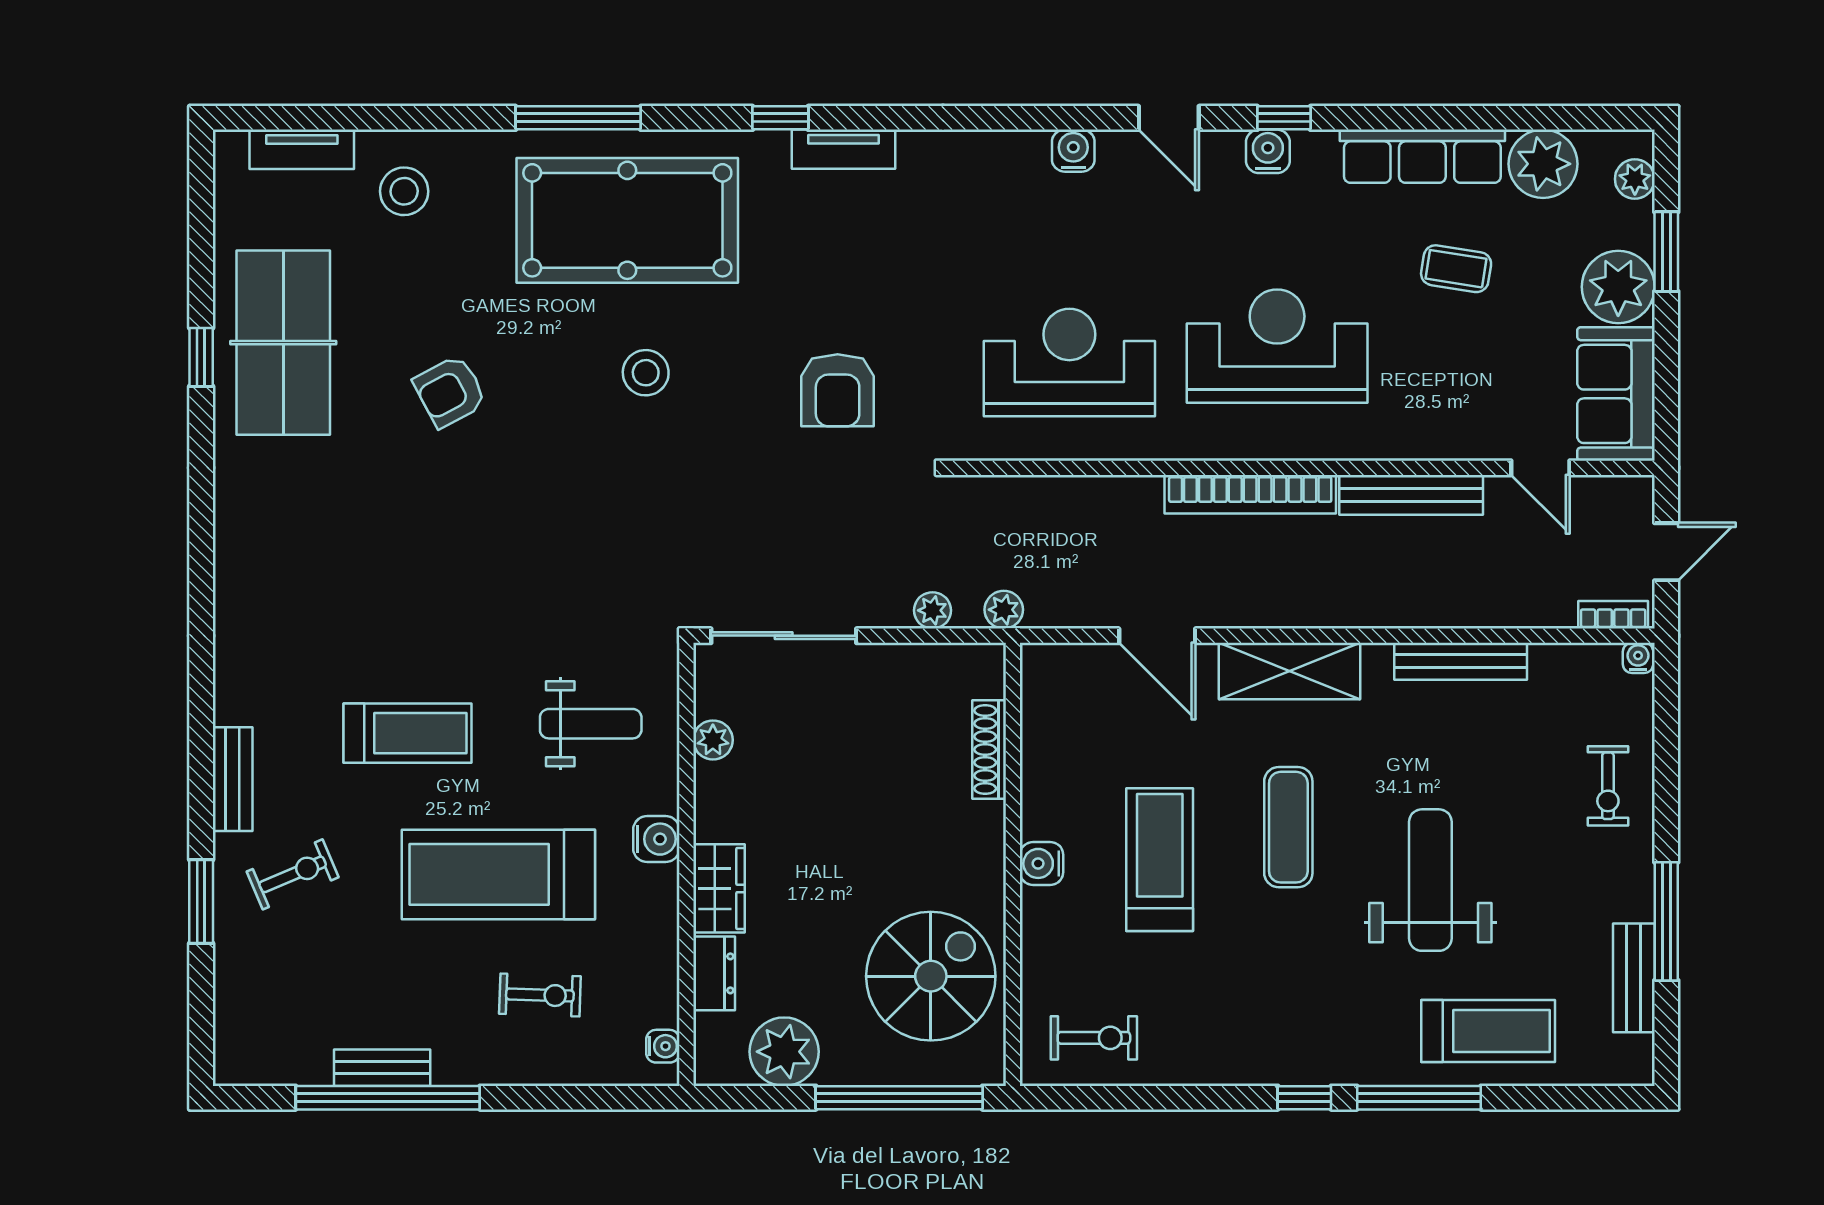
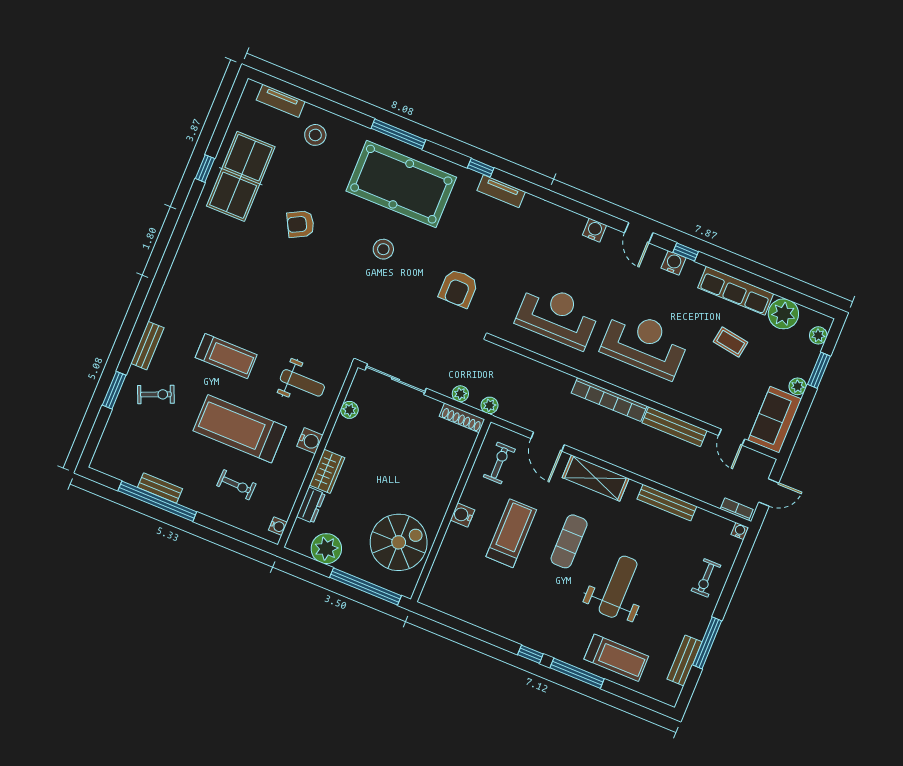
plant: (1618, 287) -> (798, 386), width x0.53, depth x0.53
shoe rack: (989, 749) -> (462, 418), moved, turned -90
exercise bike: (1094, 1038) -> (499, 463), moved, turned -90

